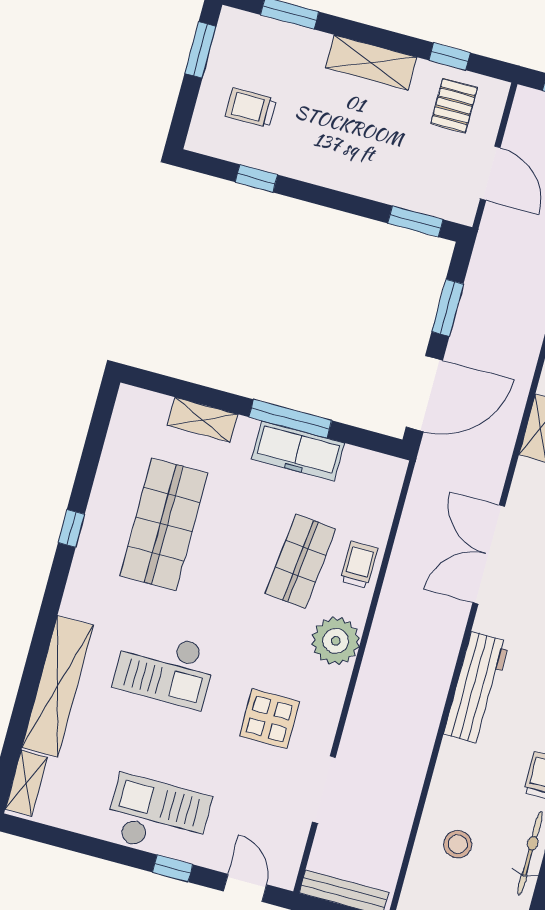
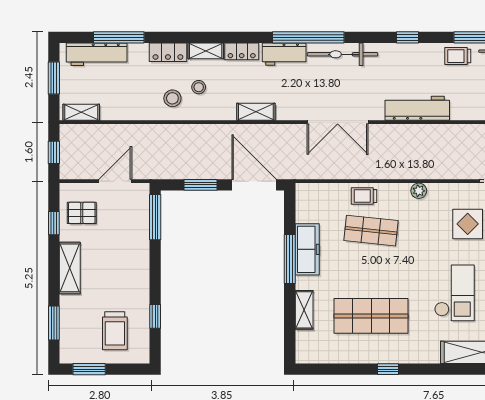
trolley: (251, 108) -> (115, 331), width x1.36, depth x1.39
window: (415, 221) -> (155, 217), width x1.44
plant: (336, 641) -> (419, 191), width x0.53, depth x0.53

